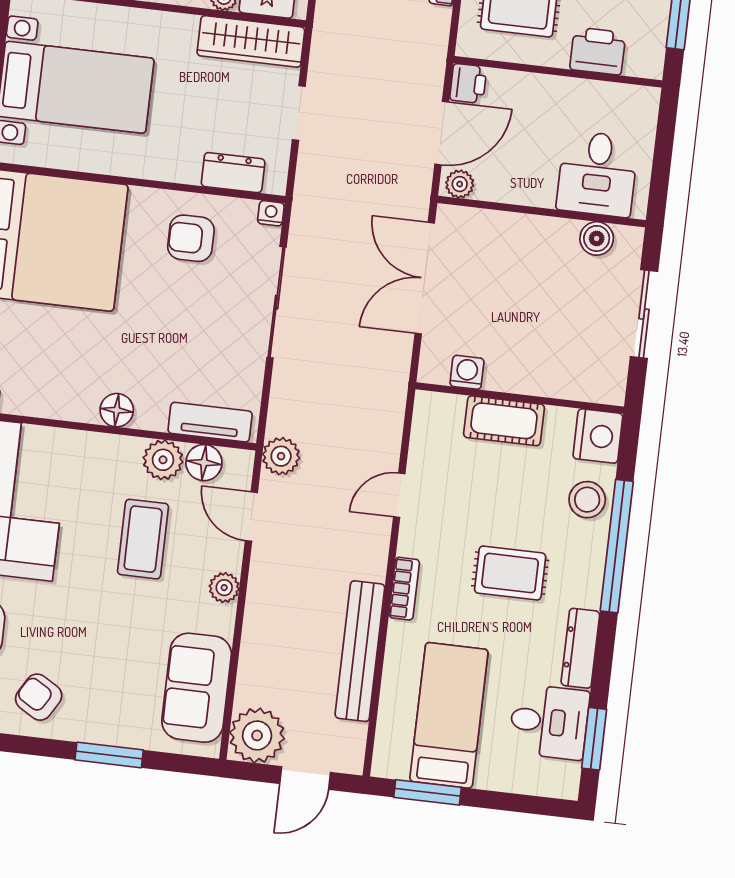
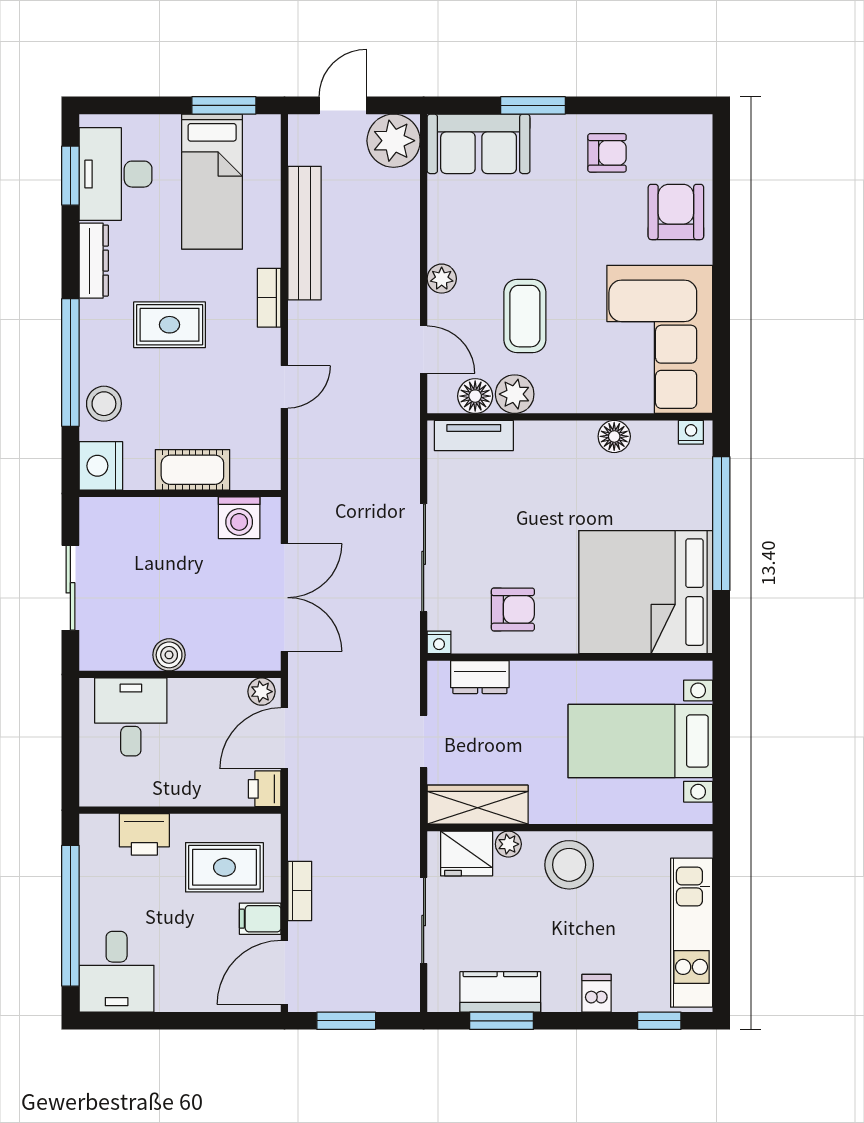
boiler: (597, 238) -> (169, 655), moved
washing machine: (467, 372) -> (239, 518), width x1.38, depth x1.38
floor lamp: (117, 410) -> (614, 436), moved
plant: (281, 456) -> (402, 411), removed
sofa: (197, 688) -> (479, 144), moved, turned 90
armchair: (39, 697) -> (607, 153), turned -31
desk: (549, 722) -> (115, 174), width x1.37

